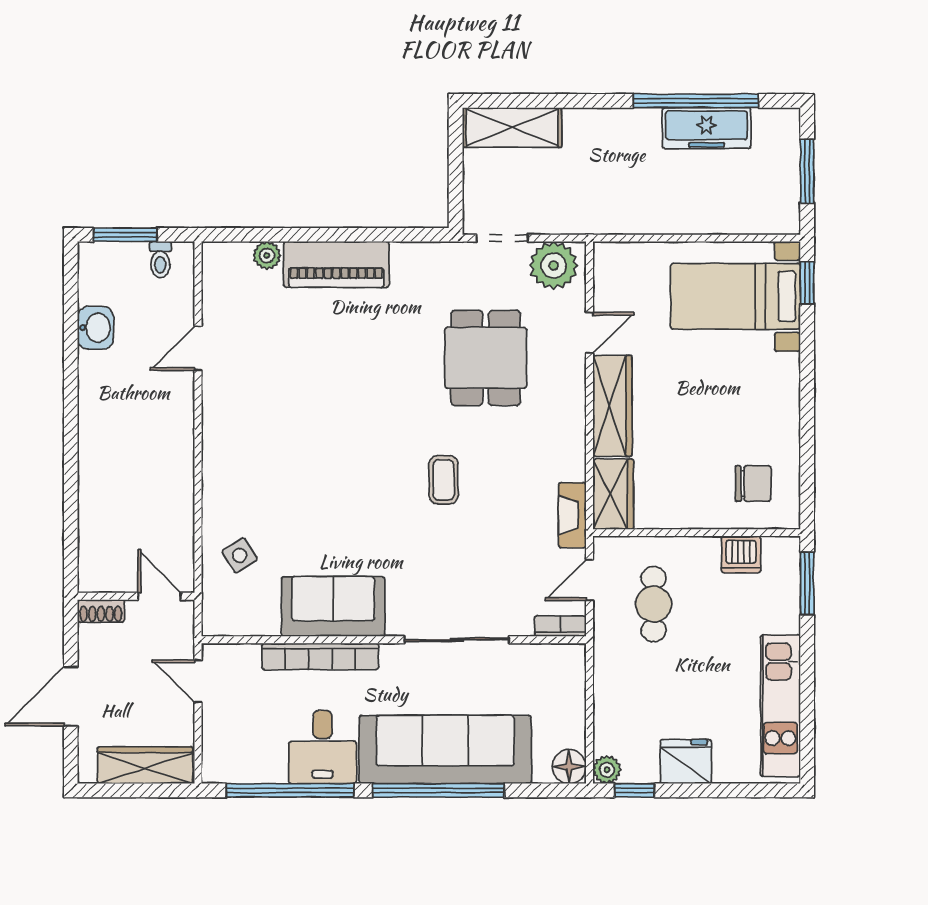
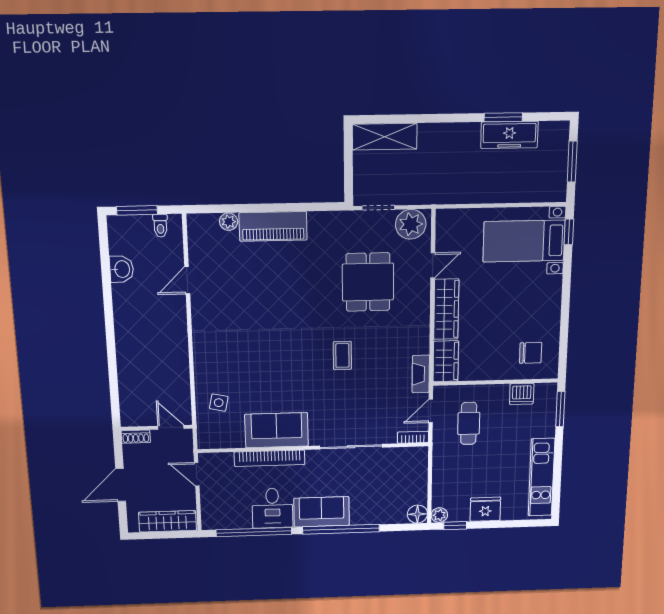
window: (696, 101) -> (503, 117), width x0.47
side table: (240, 555) -> (219, 403), turned 45
sofa: (445, 749) -> (322, 512), width x0.54, depth x0.79

